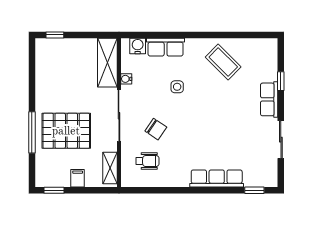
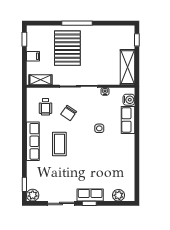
plant: (270, 60) -> (118, 195), added
coffee table: (223, 62) -> (59, 144), moved, turned -45
shelving: (107, 63) -> (127, 67), moved, turned 90
window: (281, 81) -> (89, 203), moved
window: (32, 132) -> (77, 23), moved
row of seats: (217, 179) -> (33, 141), moved
plant: (269, 179) -> (33, 195), added

